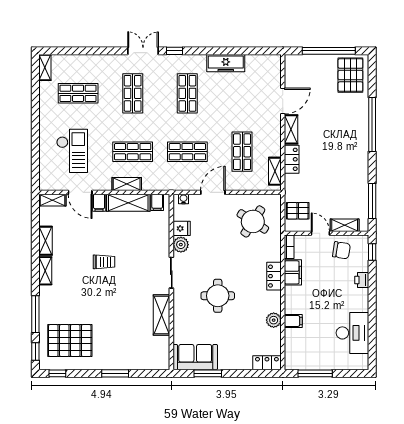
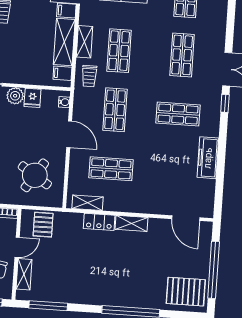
shop shelf: (133, 93) -> (182, 55), turned 90
door: (283, 101) -> (186, 218), moved
trolley: (158, 178) -> (89, 76), added

